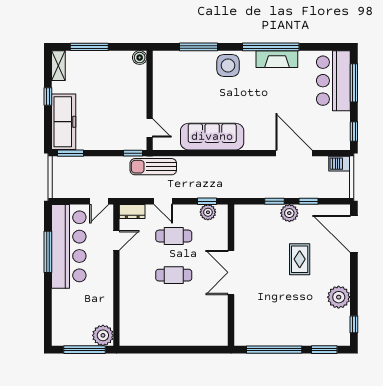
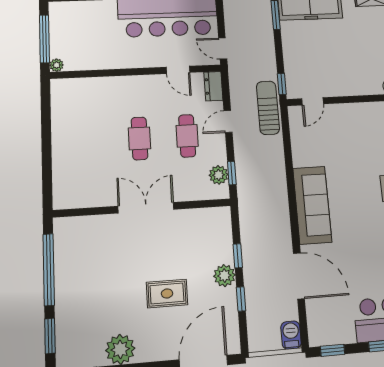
sofa: (212, 137) -> (312, 205), moved
door: (294, 153) -> (299, 276), hinge flipped
plant: (103, 335) -> (57, 65), width x0.53, depth x0.53

